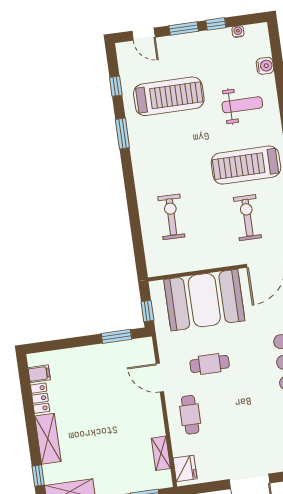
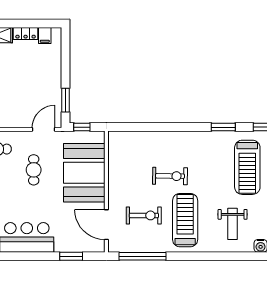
exercise bike: (171, 217) -> (170, 176), moved
door: (160, 378) -> (44, 129), moved

